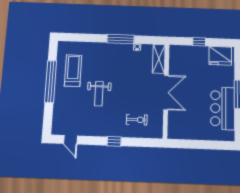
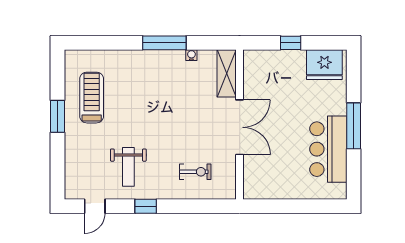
window: (51, 82) -> (57, 116), width x0.47
weight bench: (99, 94) -> (128, 167), moved
door: (70, 140) -> (95, 206), hinge flipped
window: (114, 141) -> (146, 206), moved

